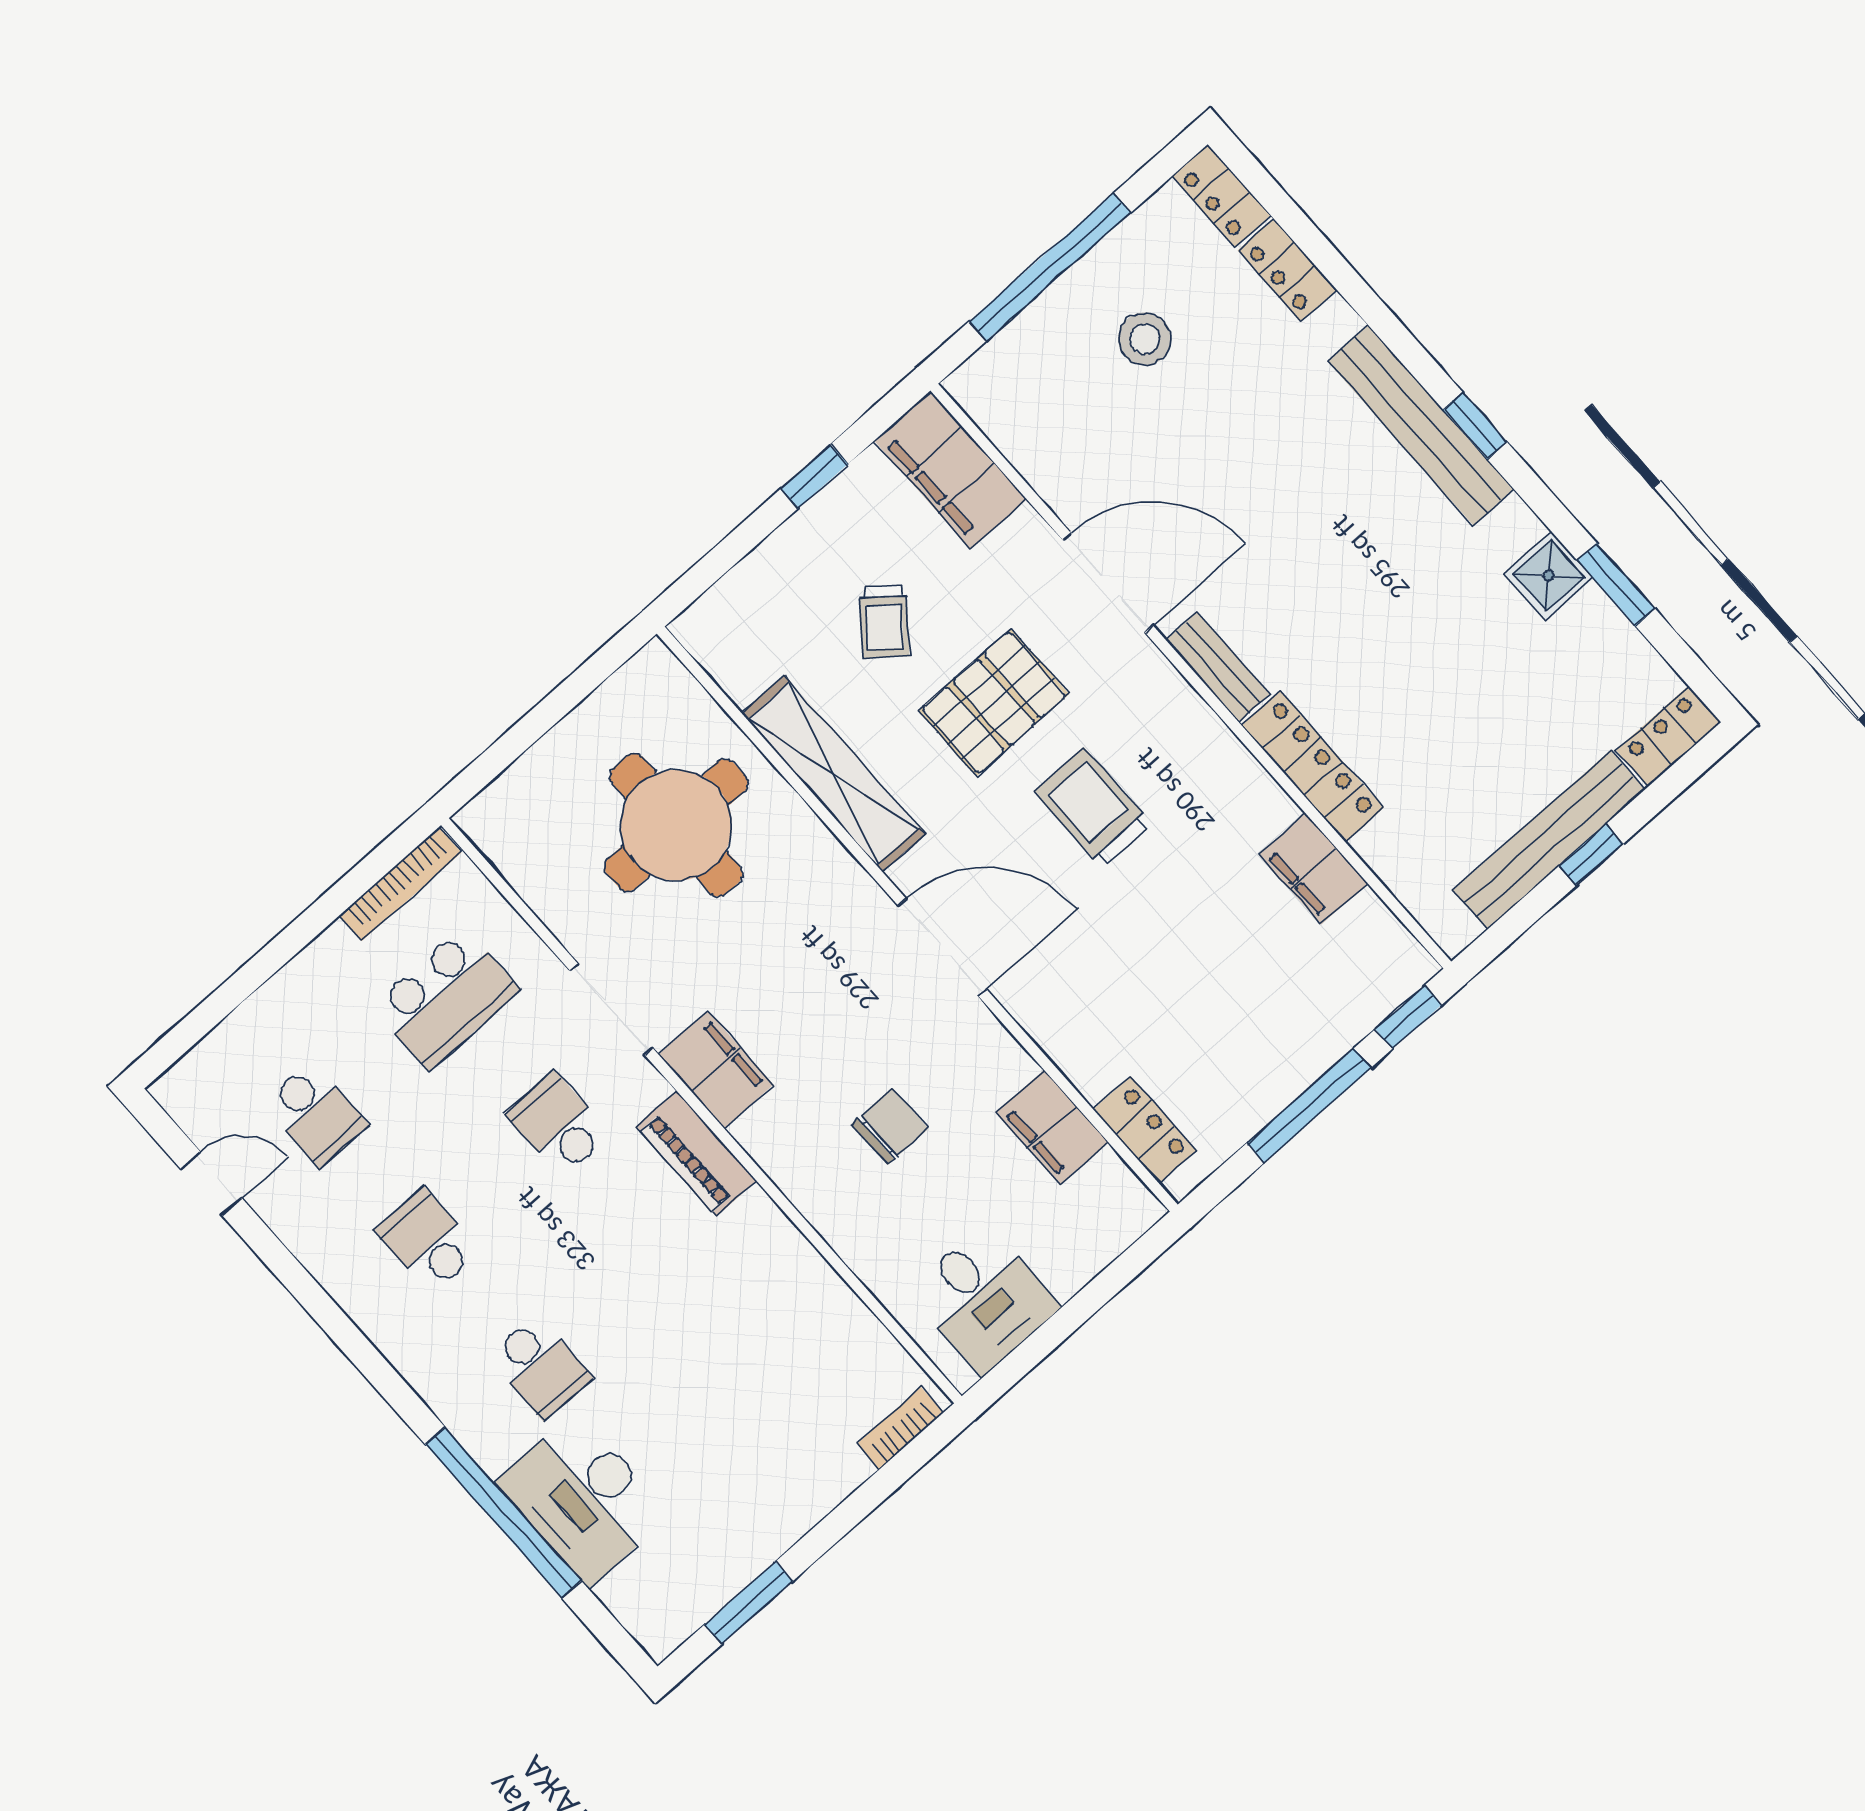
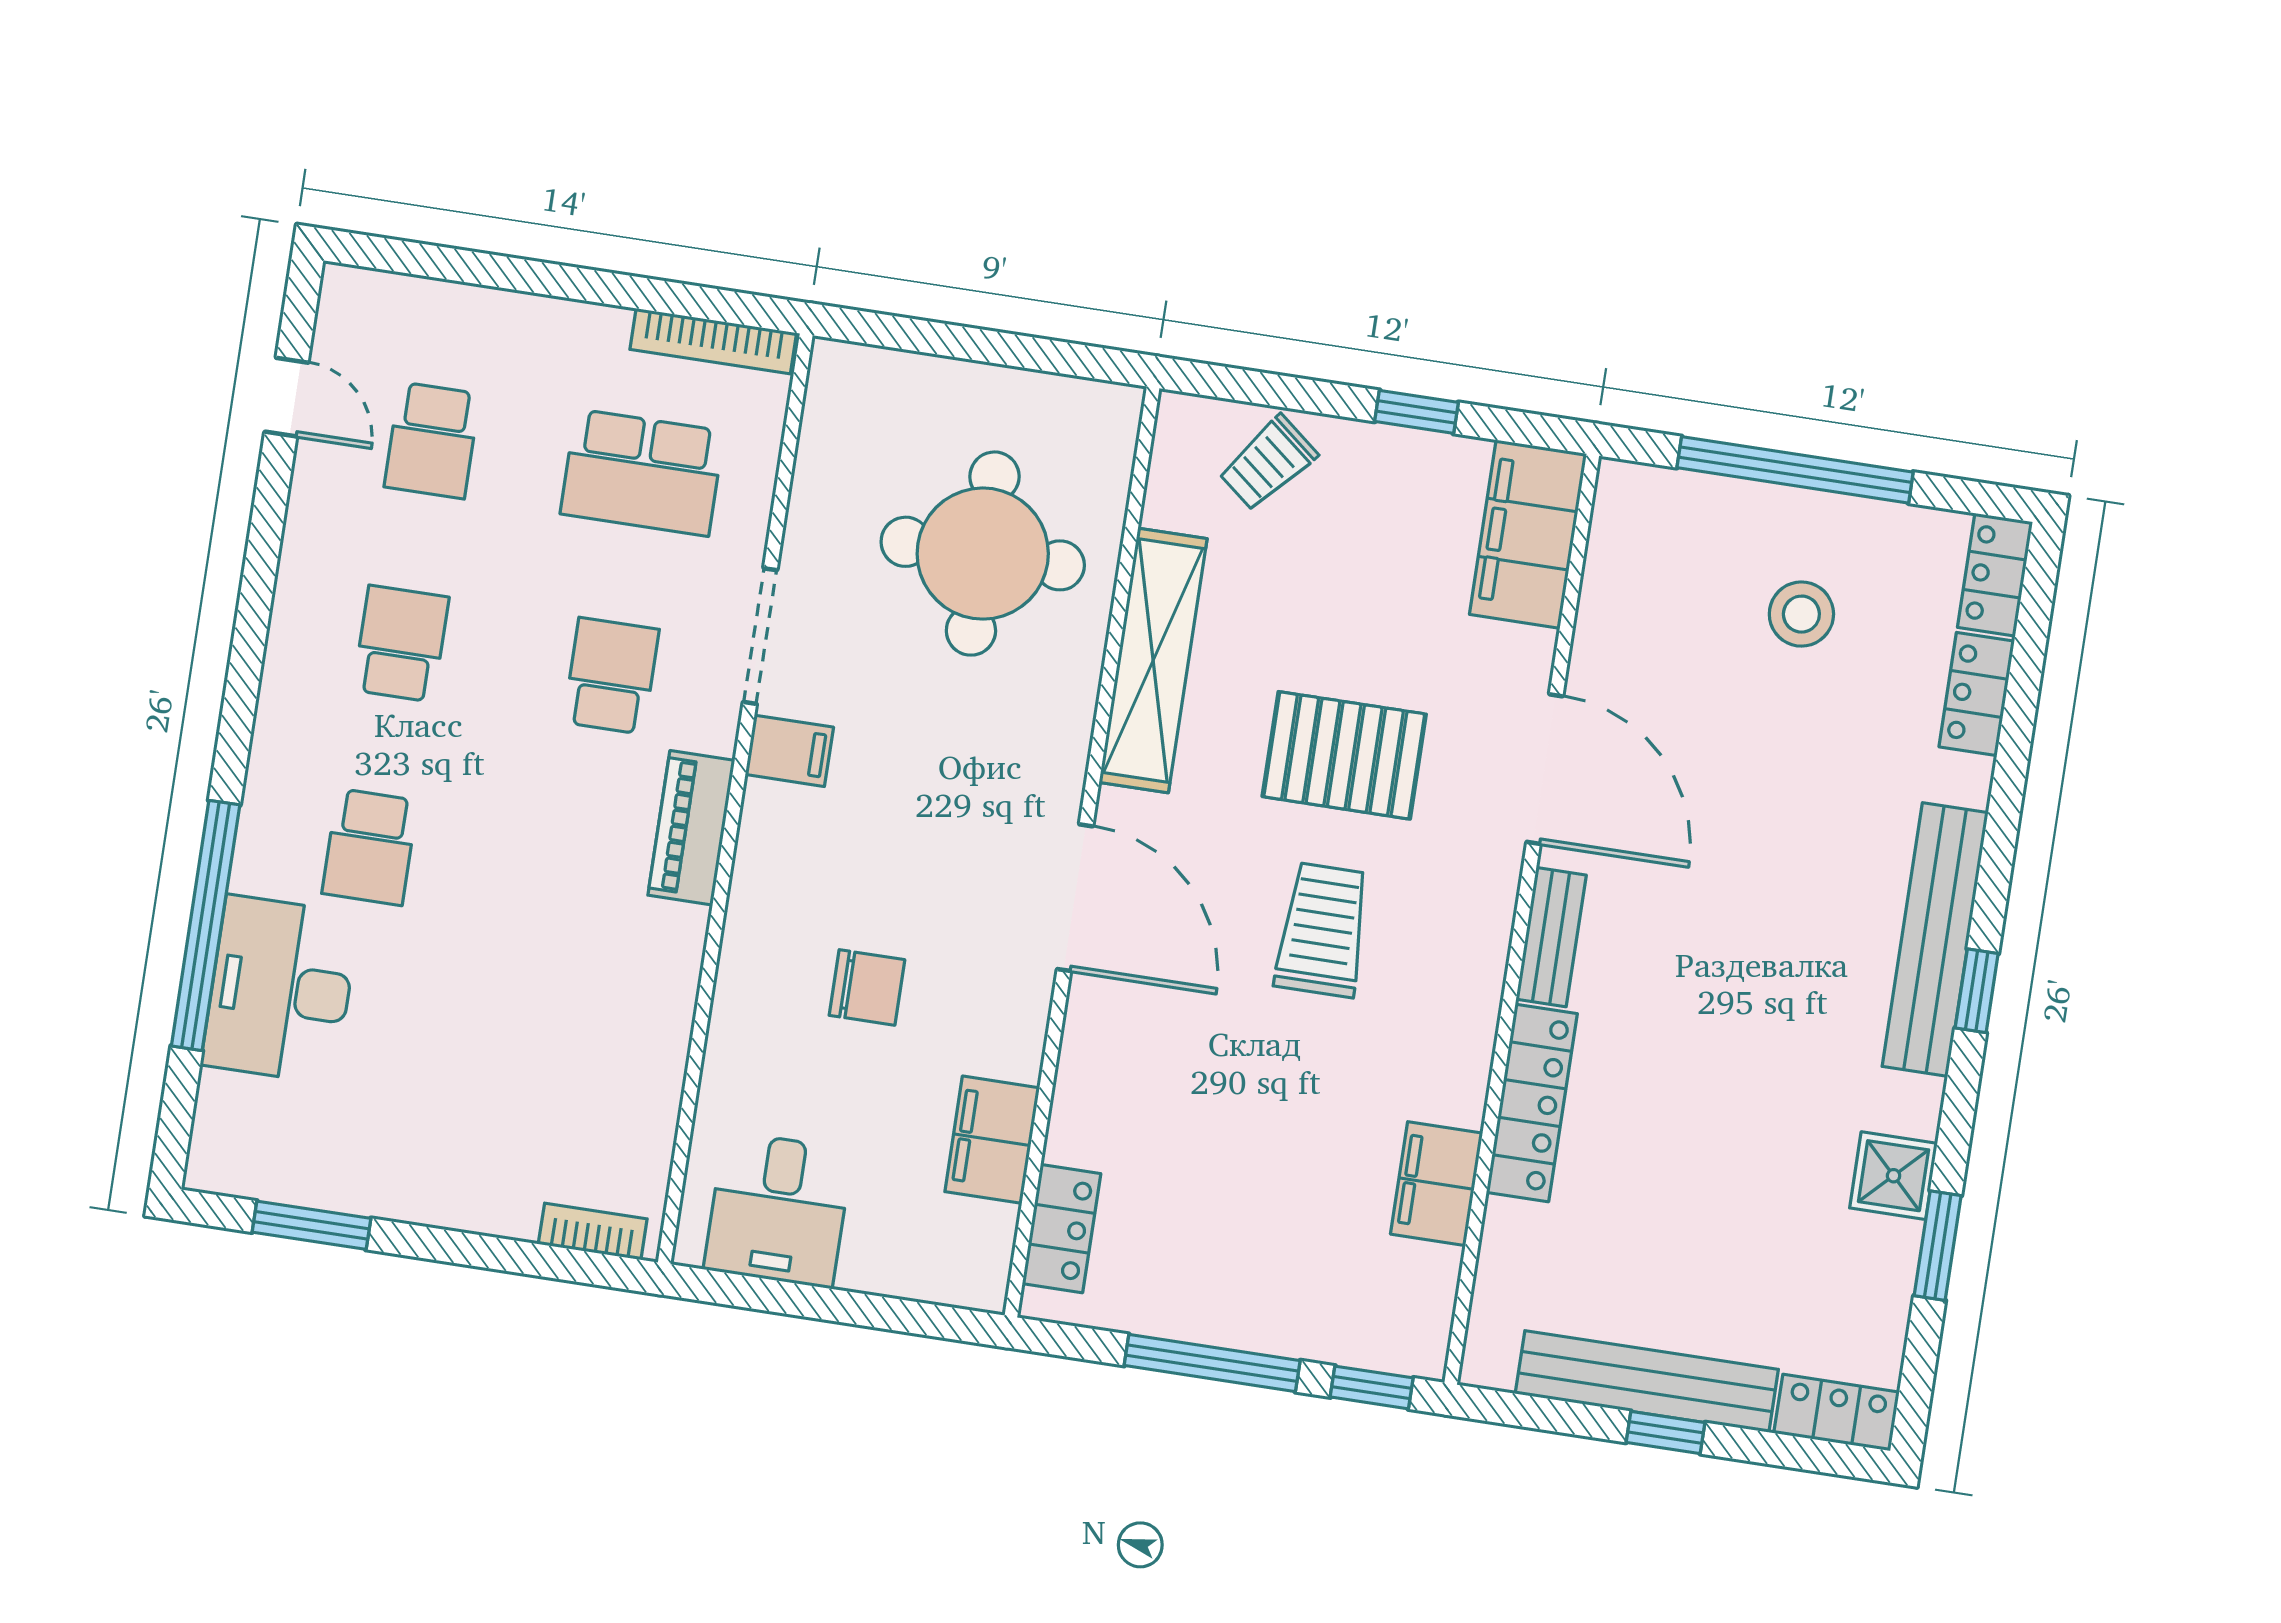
trolley: (884, 622) -> (1268, 463), moved
filing cabinet: (716, 1070) -> (789, 751), width x0.50

